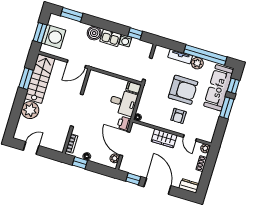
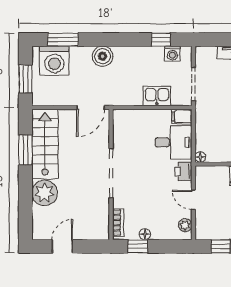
washing machine: (54, 37) -> (54, 61), moved, turned 90
kitchen sink: (110, 38) -> (157, 96), moved, turned 180
washing machine: (125, 41) -> (172, 54), moved
door: (125, 144) -> (193, 200), width x0.53

